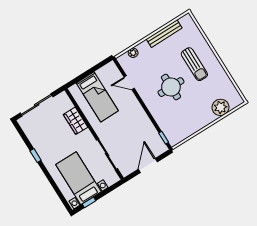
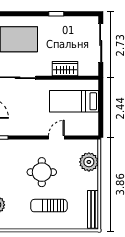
bench: (164, 34) -> (93, 209), moved
plant: (133, 53) -> (89, 162), width x1.88, depth x1.88
door: (129, 83) -> (56, 137), moved

